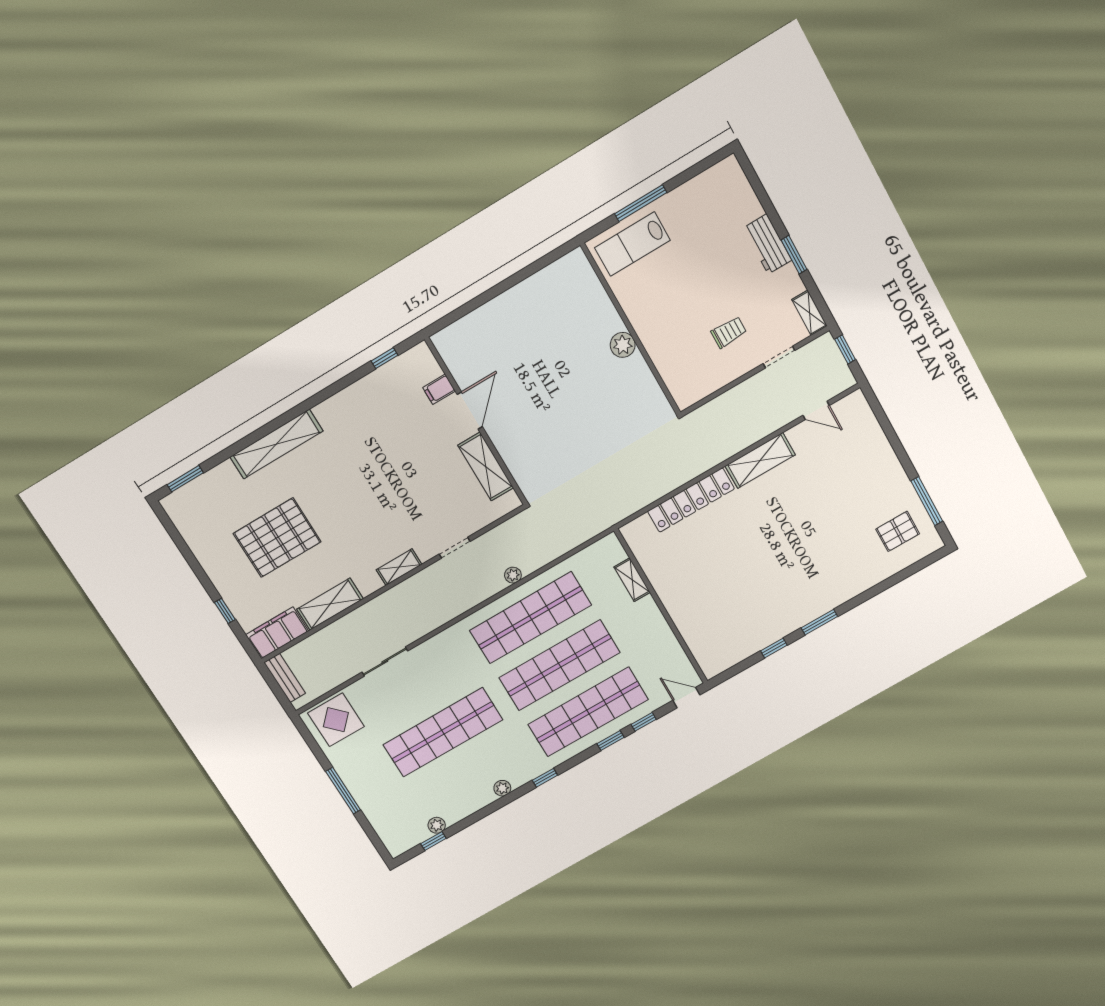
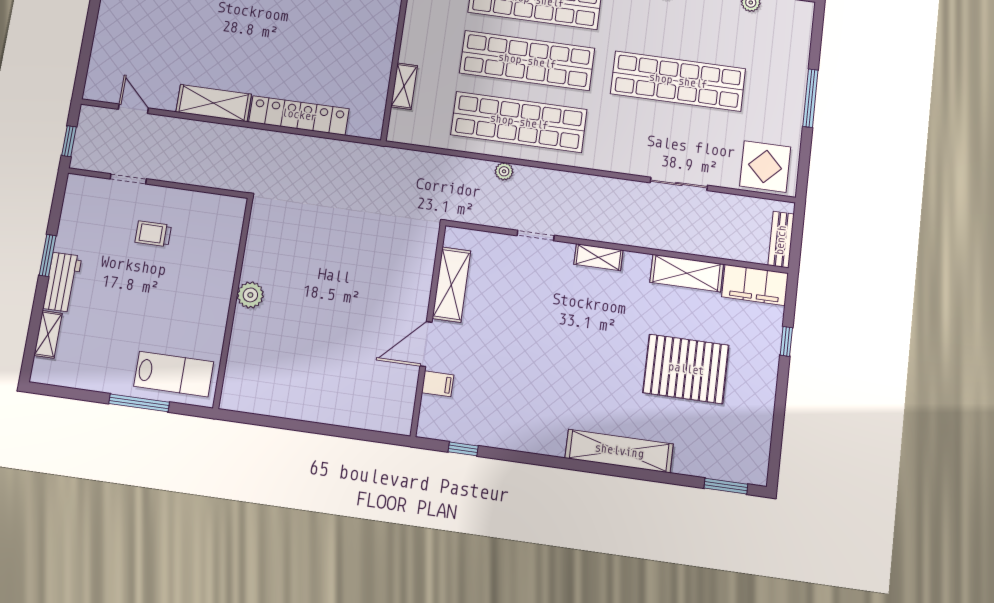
shelving: (809, 313) -> (48, 334), moved

